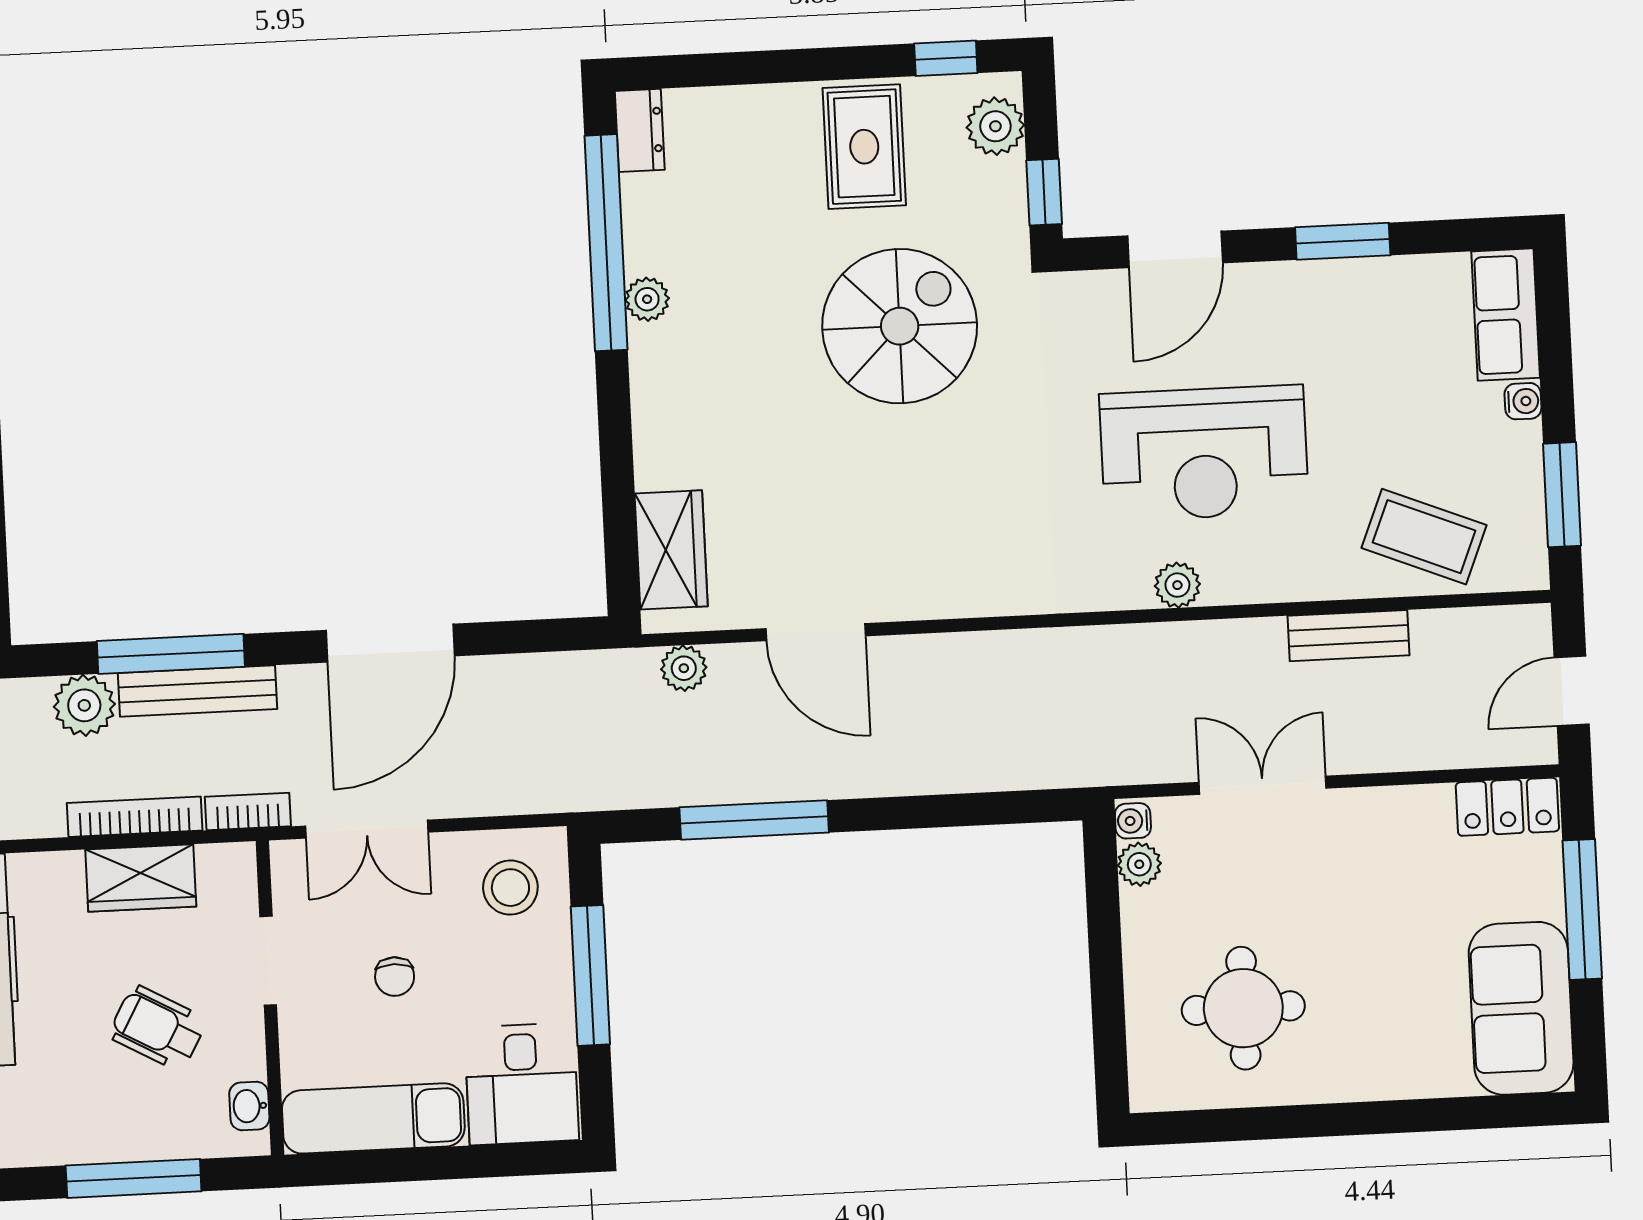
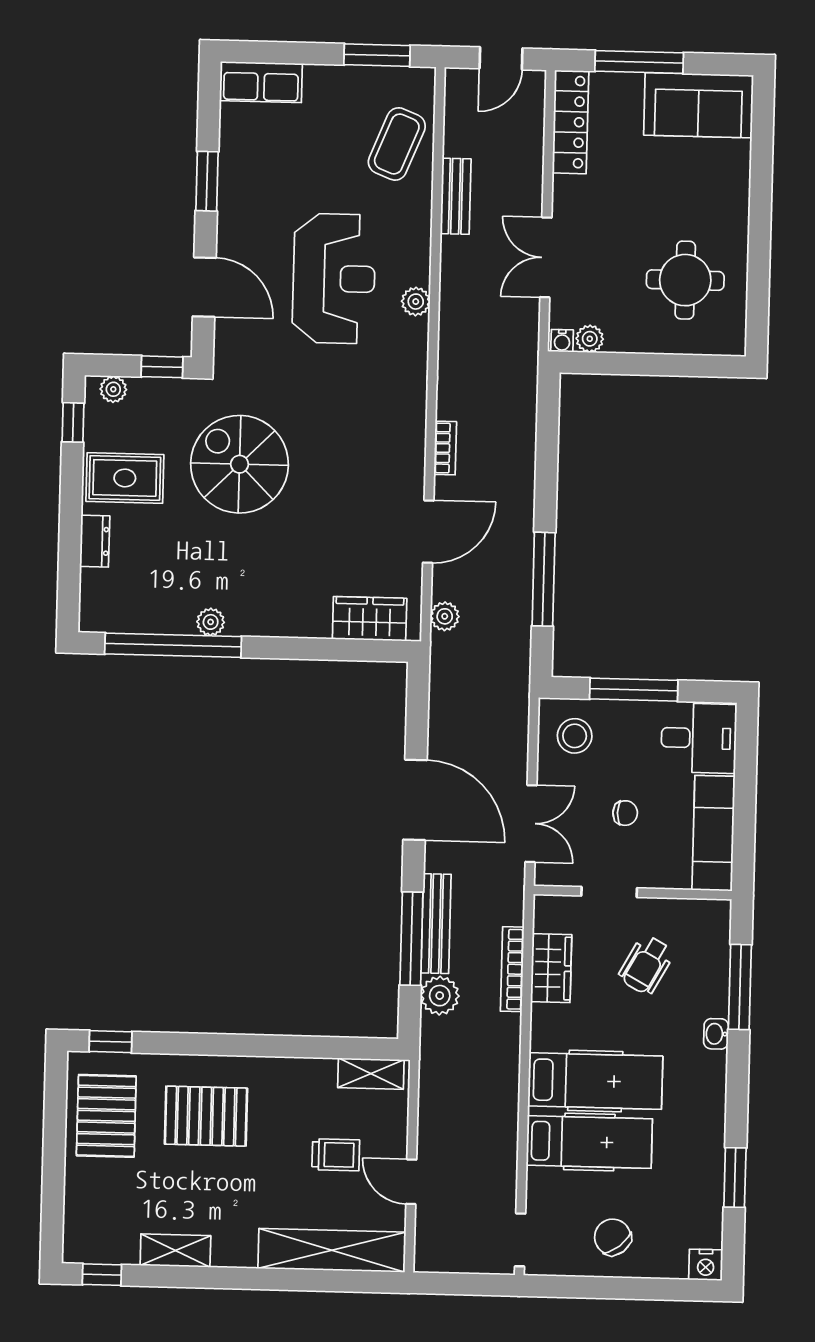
plant: (995, 126) -> (113, 389), width x0.73, depth x0.73
dresser: (640, 130) -> (95, 541), moved, turned 90
water cooler: (1523, 401) -> (316, 75), removed
door: (1572, 691) -> (501, 58), hinge flipped
locker: (1507, 807) -> (571, 122), width x1.53
bookcase: (248, 811) -> (445, 448), moved, turned 180
washbasin: (249, 1106) -> (716, 1034), moved, turned 90

